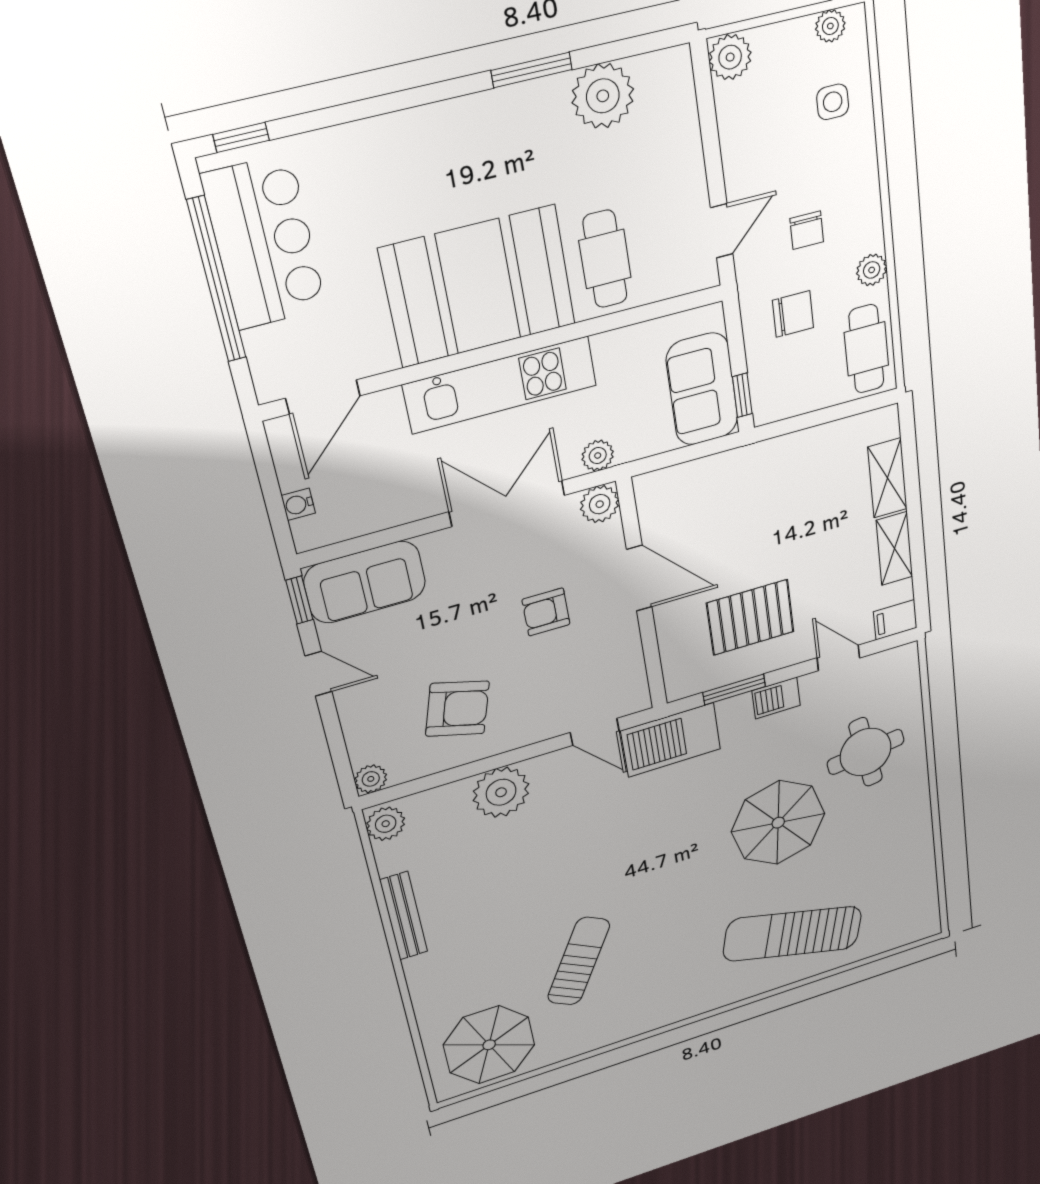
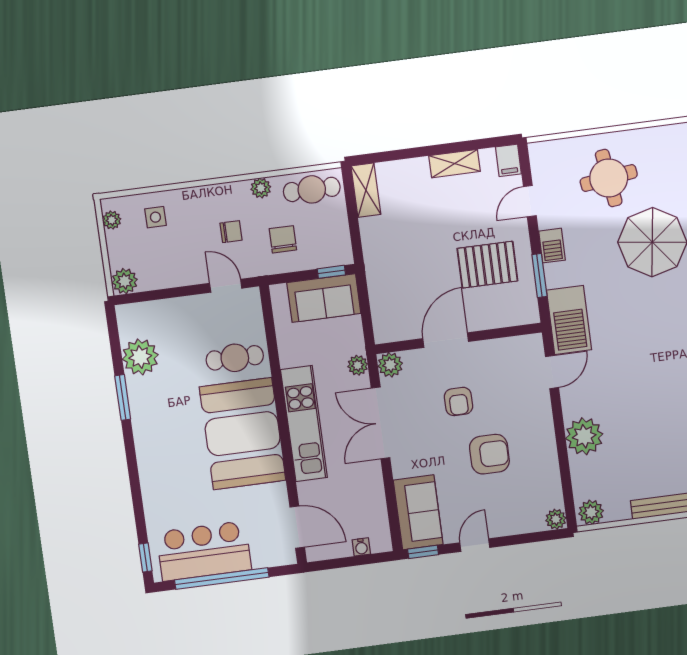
shelving: (887, 478) -> (366, 190), moved, turned 90
pallet: (750, 617) -> (487, 265), turned 90
armchair: (457, 709) -> (489, 454), moved, turned 74

